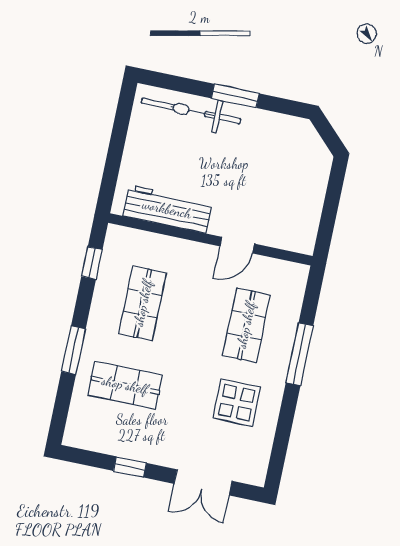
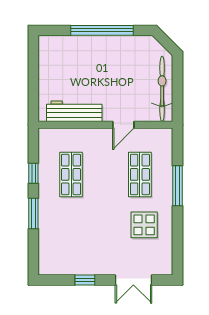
window: (235, 96) -> (102, 30), width x2.11
bicycle: (191, 111) -> (162, 89), moved, turned 90
window: (92, 263) -> (33, 173), moved
shop shelf: (125, 385) -> (71, 229), removed

